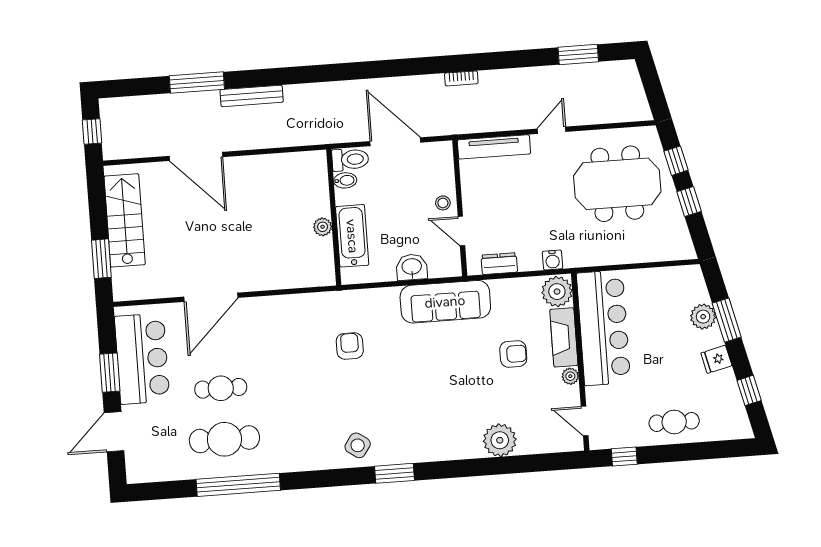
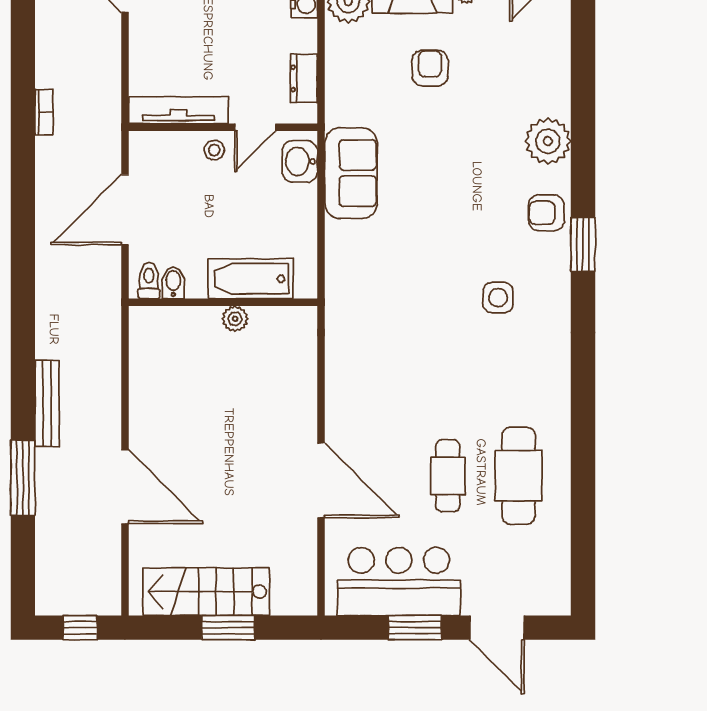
tv unit: (494, 147) -> (178, 110), moved, turned -90
door: (196, 156) -> (125, 487), hinge flipped
toilet: (350, 159) -> (149, 281), width x0.73, depth x0.72
window: (101, 259) -> (228, 628), moved
washbasin: (412, 267) -> (300, 161), moved
sofa: (445, 302) -> (351, 173), width x0.73
armchair: (350, 346) -> (546, 213), moved
plant: (500, 440) -> (548, 141), moved
side table: (358, 445) -> (498, 298), moved, turned -35
window: (238, 485) -> (583, 461), removed

